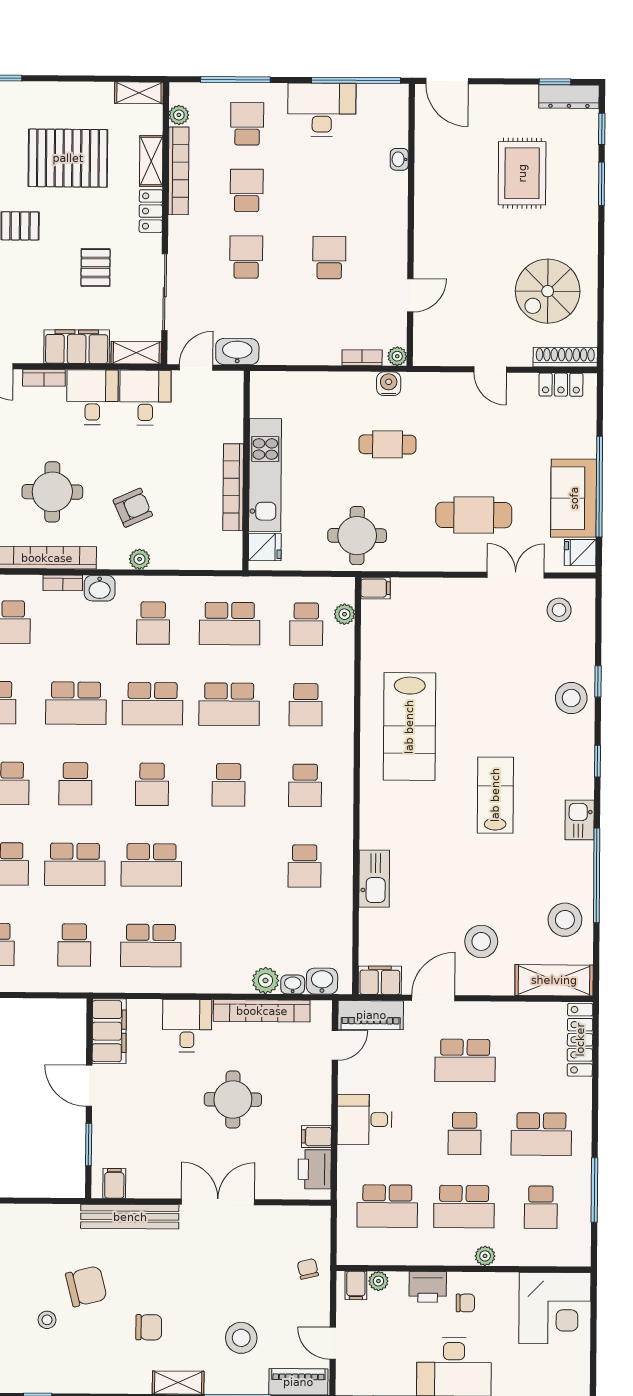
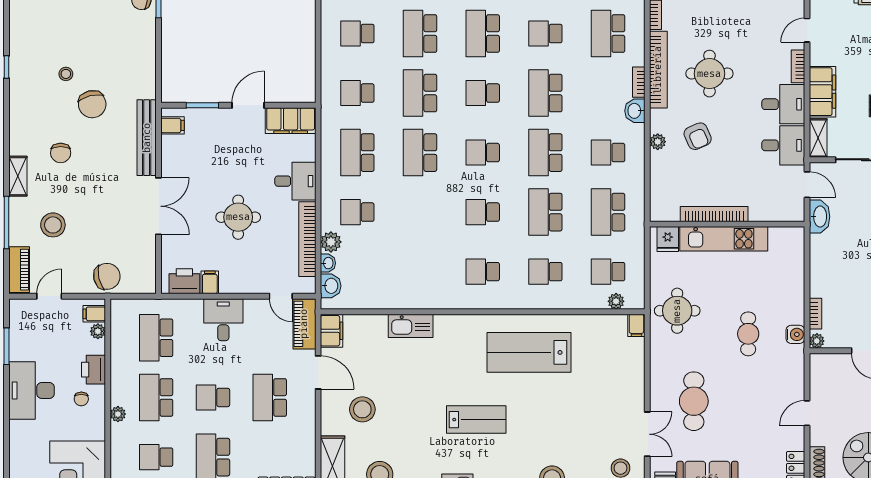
school desk: (305, 866) -> (357, 212), moved
chair: (308, 1269) -> (107, 276), width x1.87, depth x1.87

